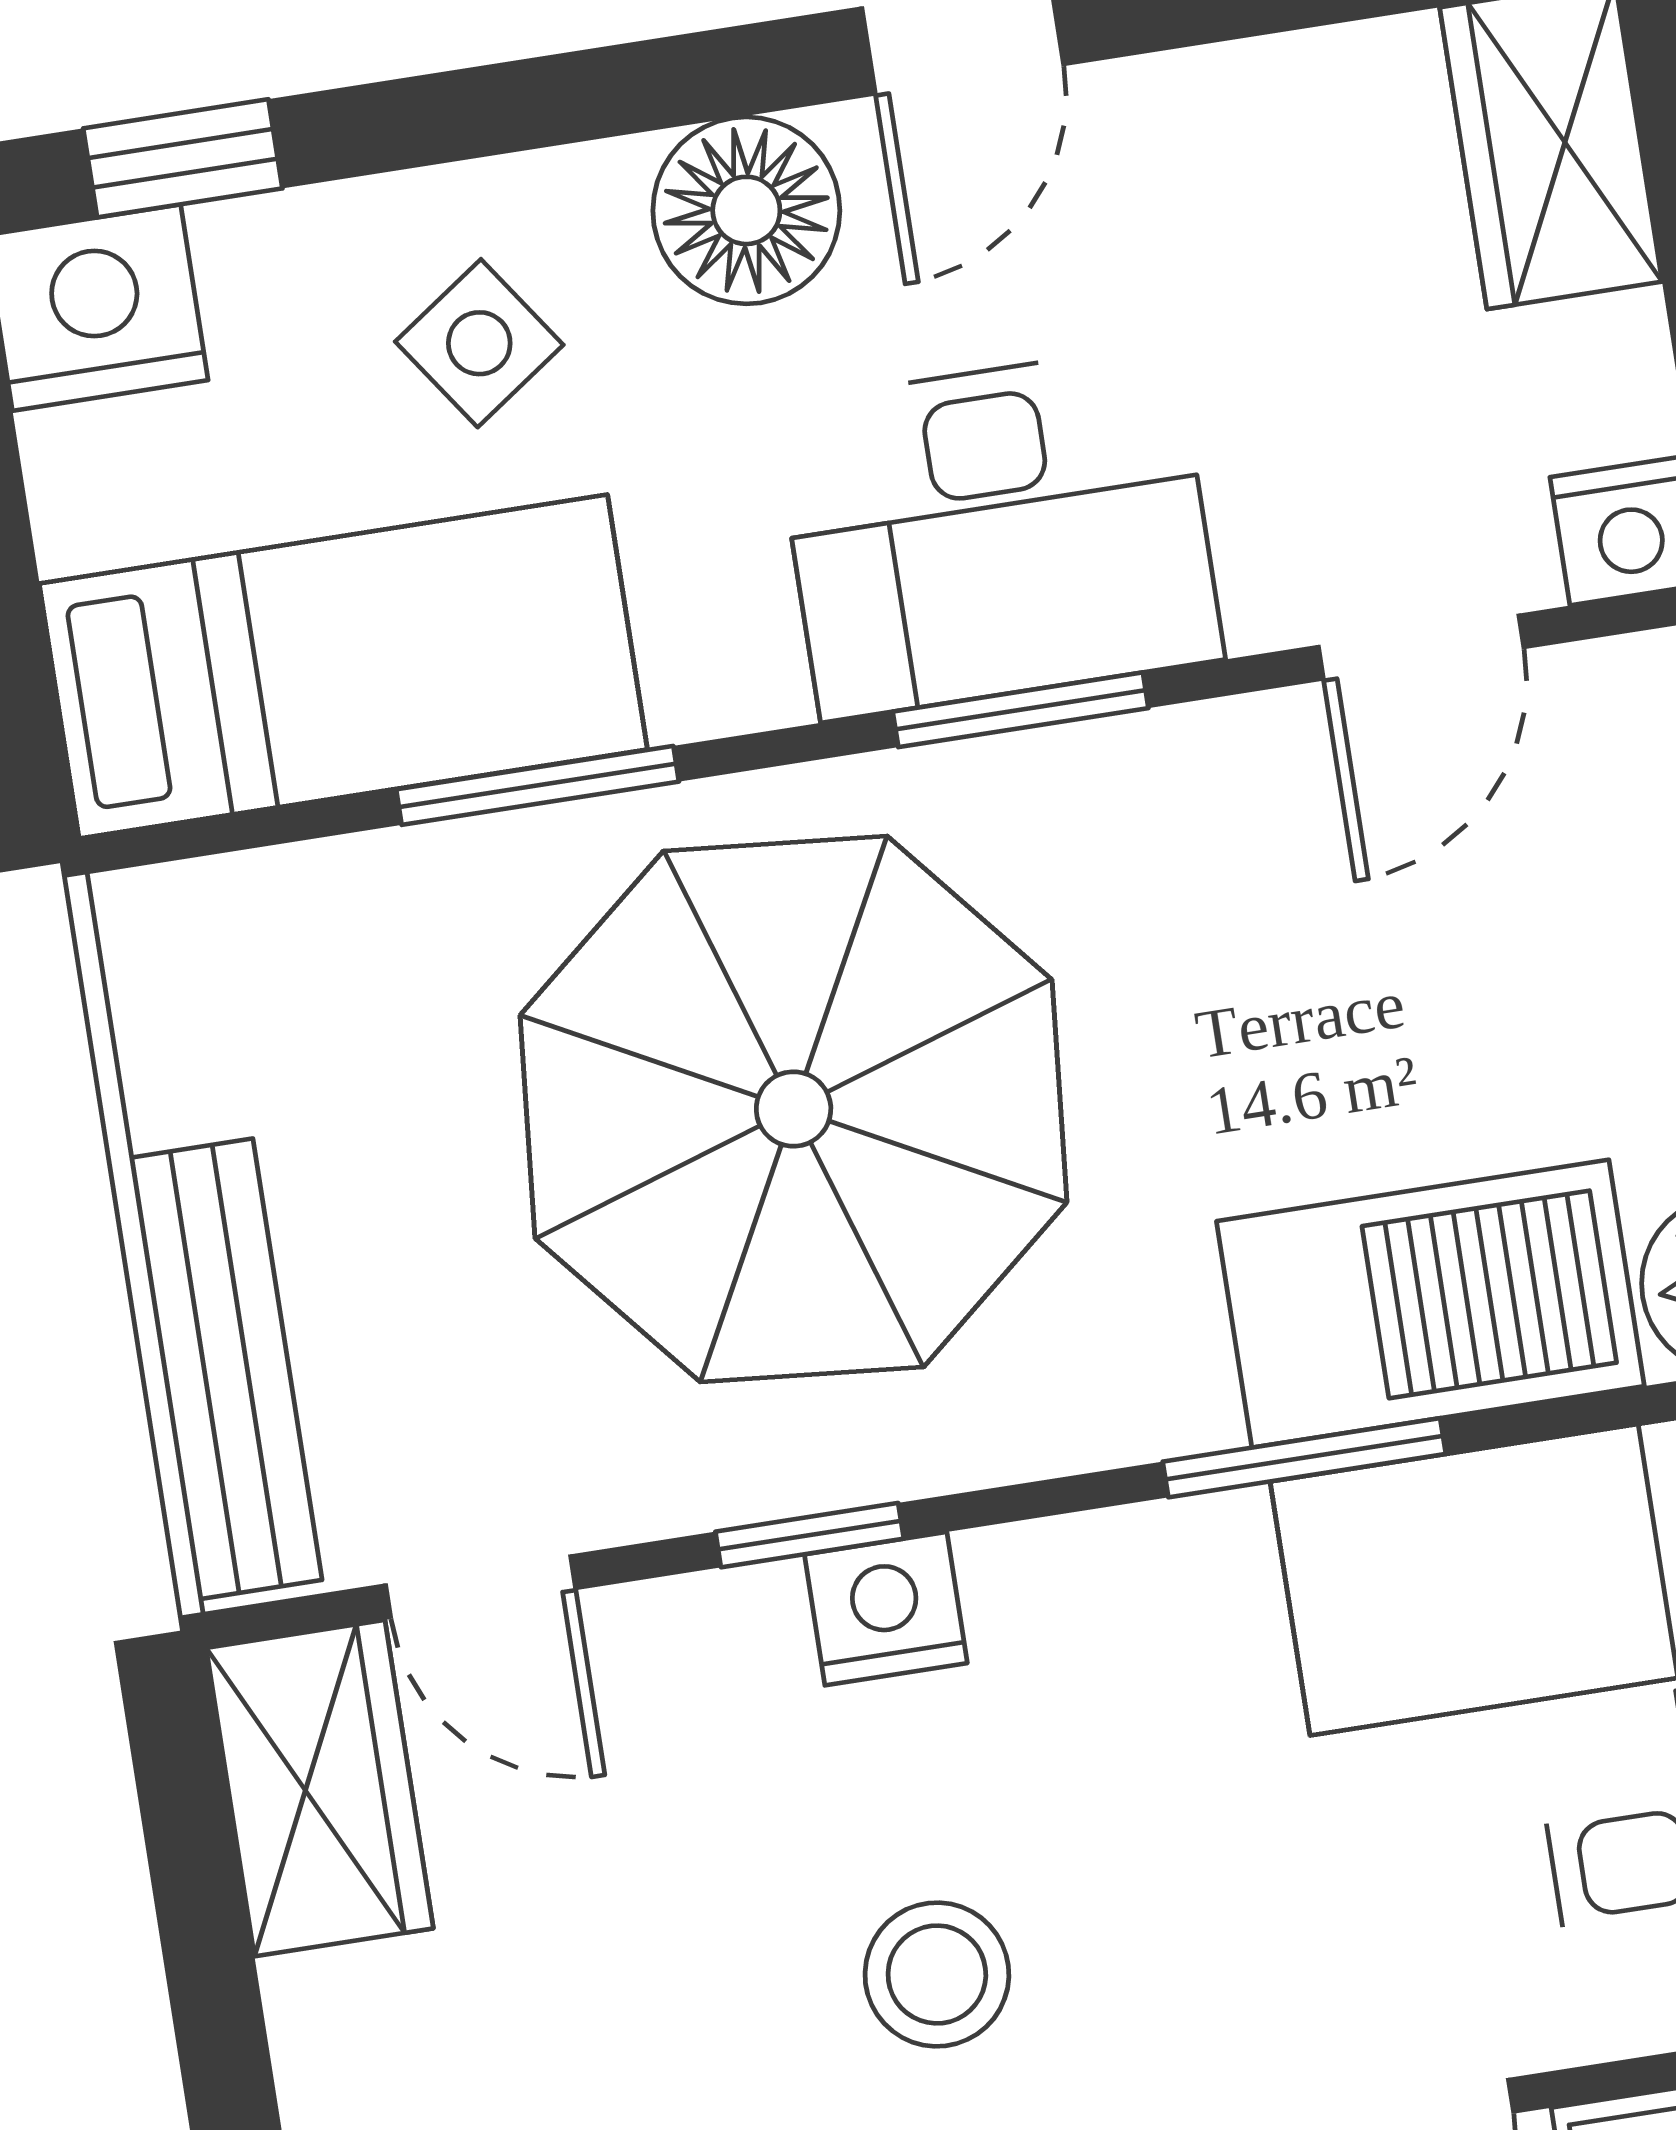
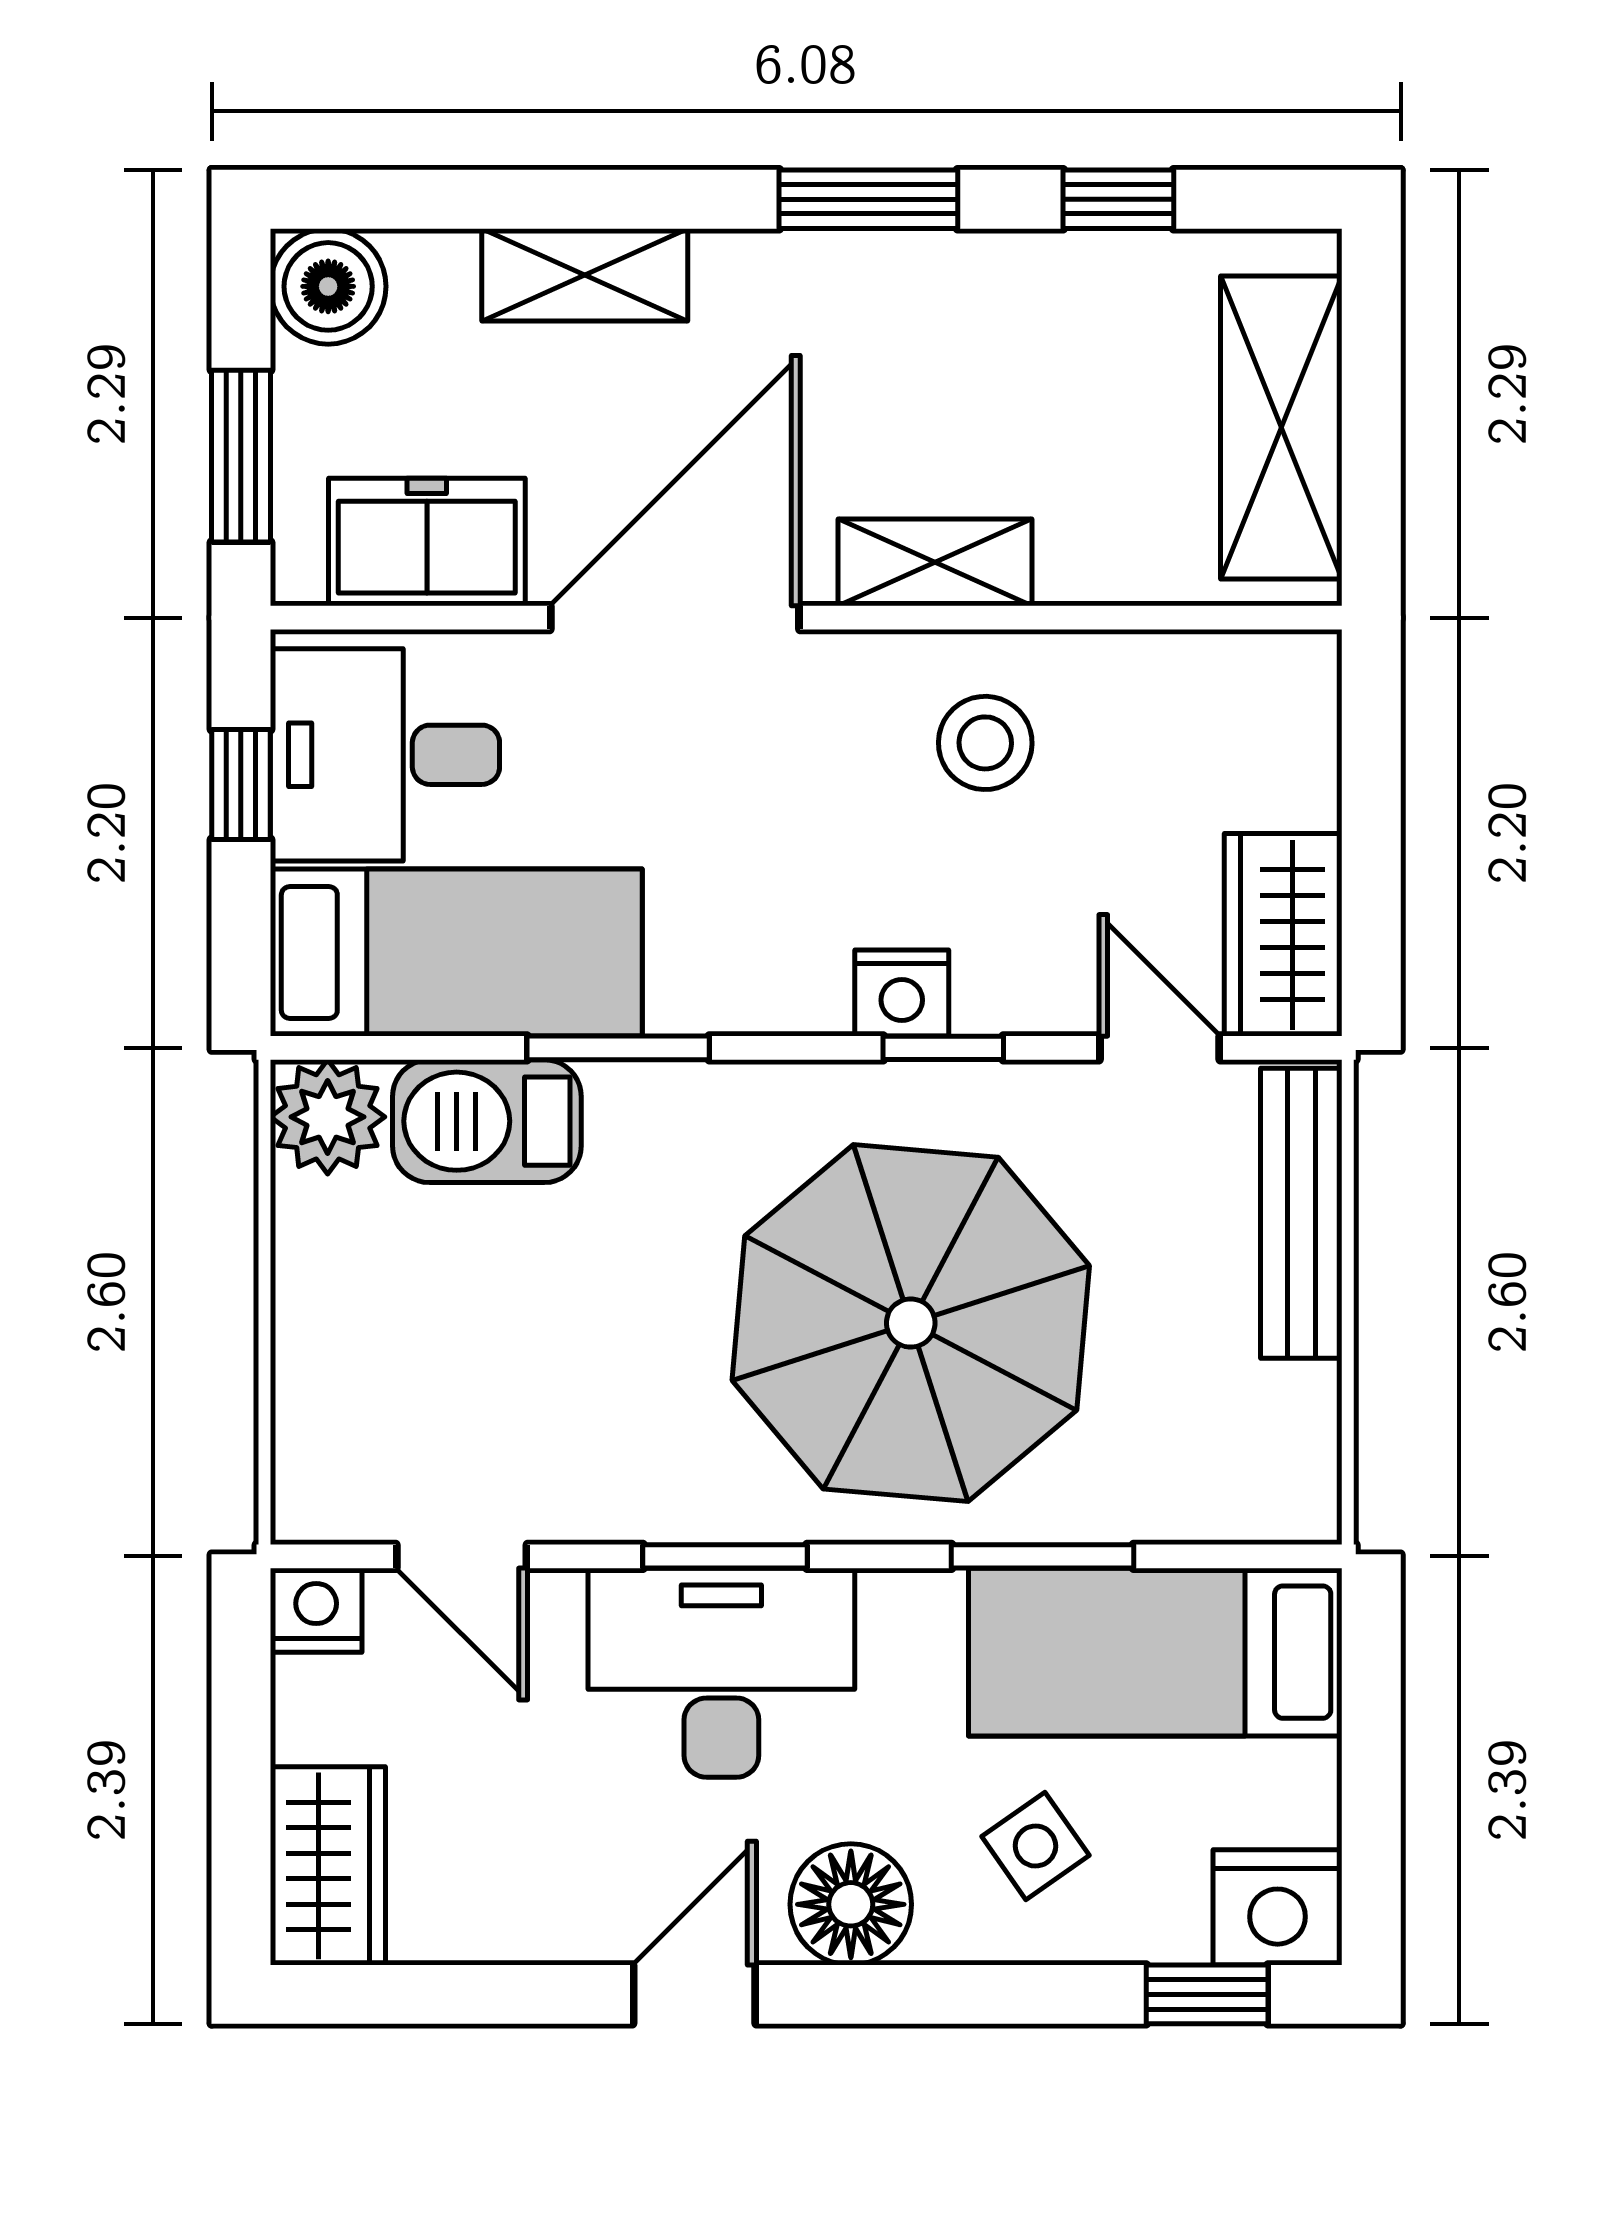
door: (1421, 647) -> (462, 1556), swing flipped
barbecue: (1430, 1304) -> (487, 1121), width x0.73, depth x0.83
stool: (937, 1974) -> (985, 743), moved

